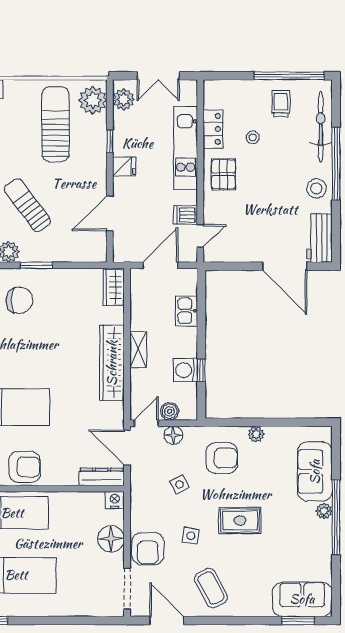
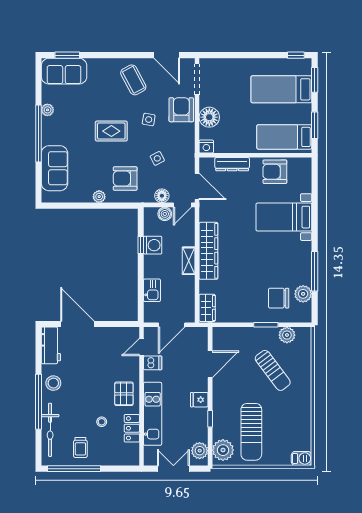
dresser: (102, 477) -> (232, 164), moved
plant: (324, 511) -> (47, 110), moved

